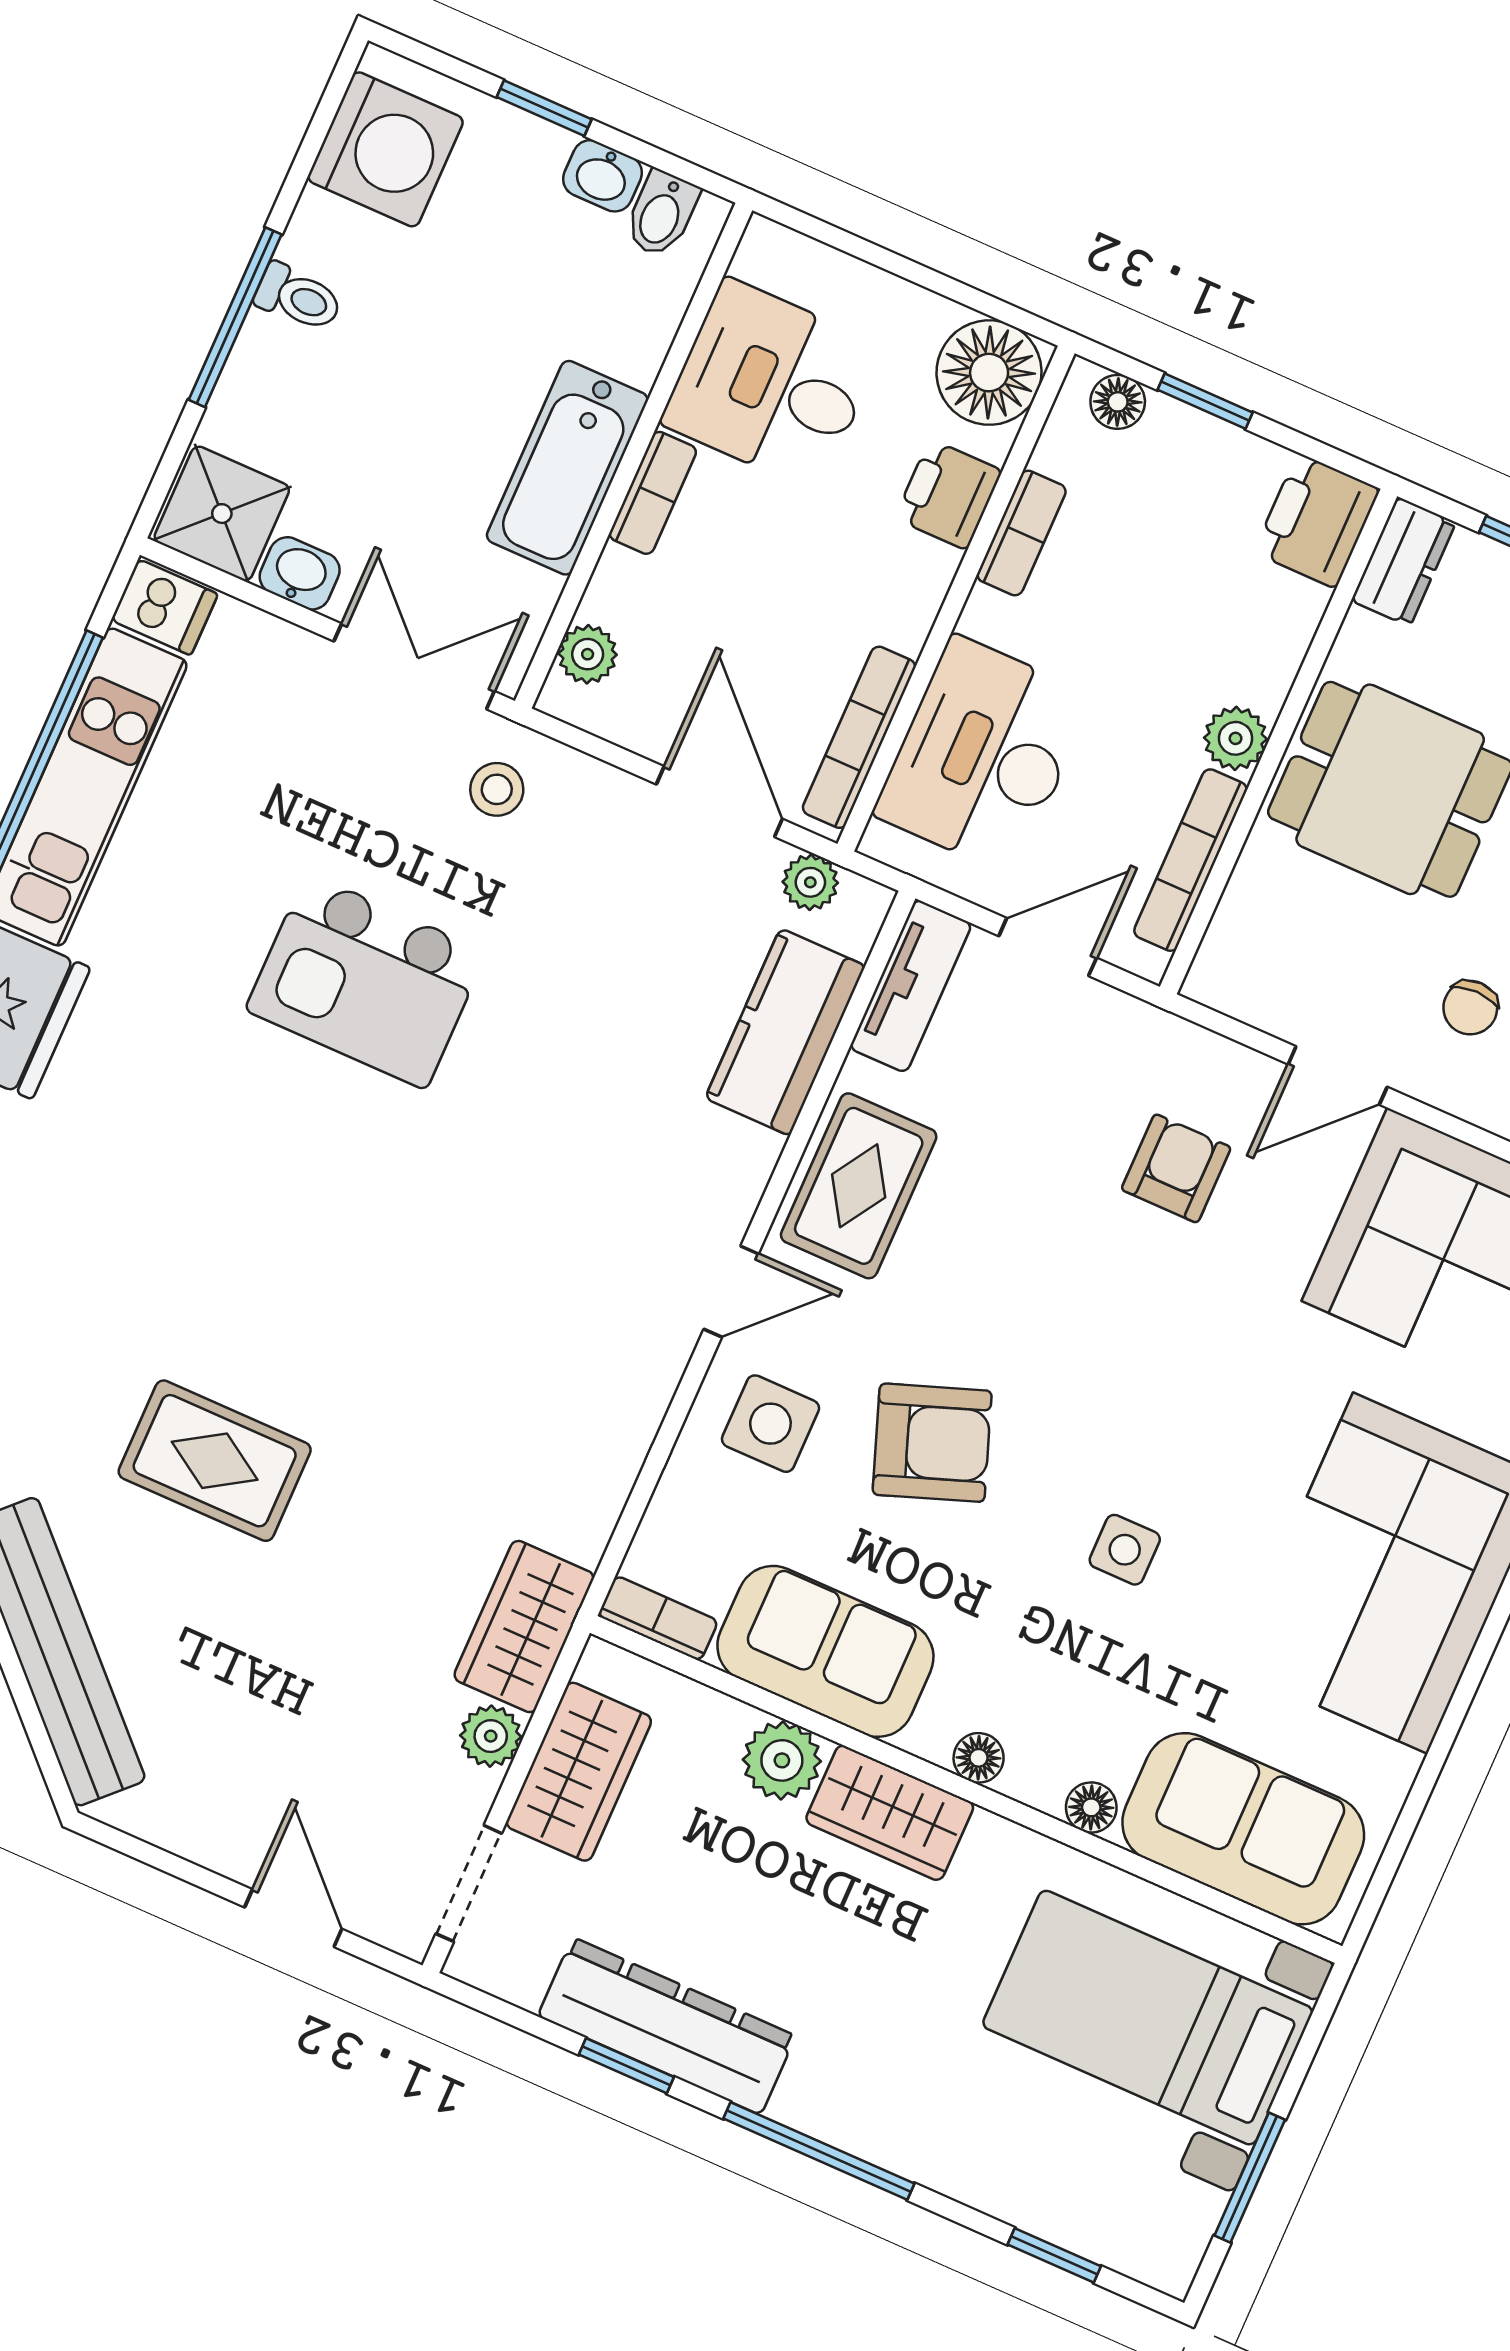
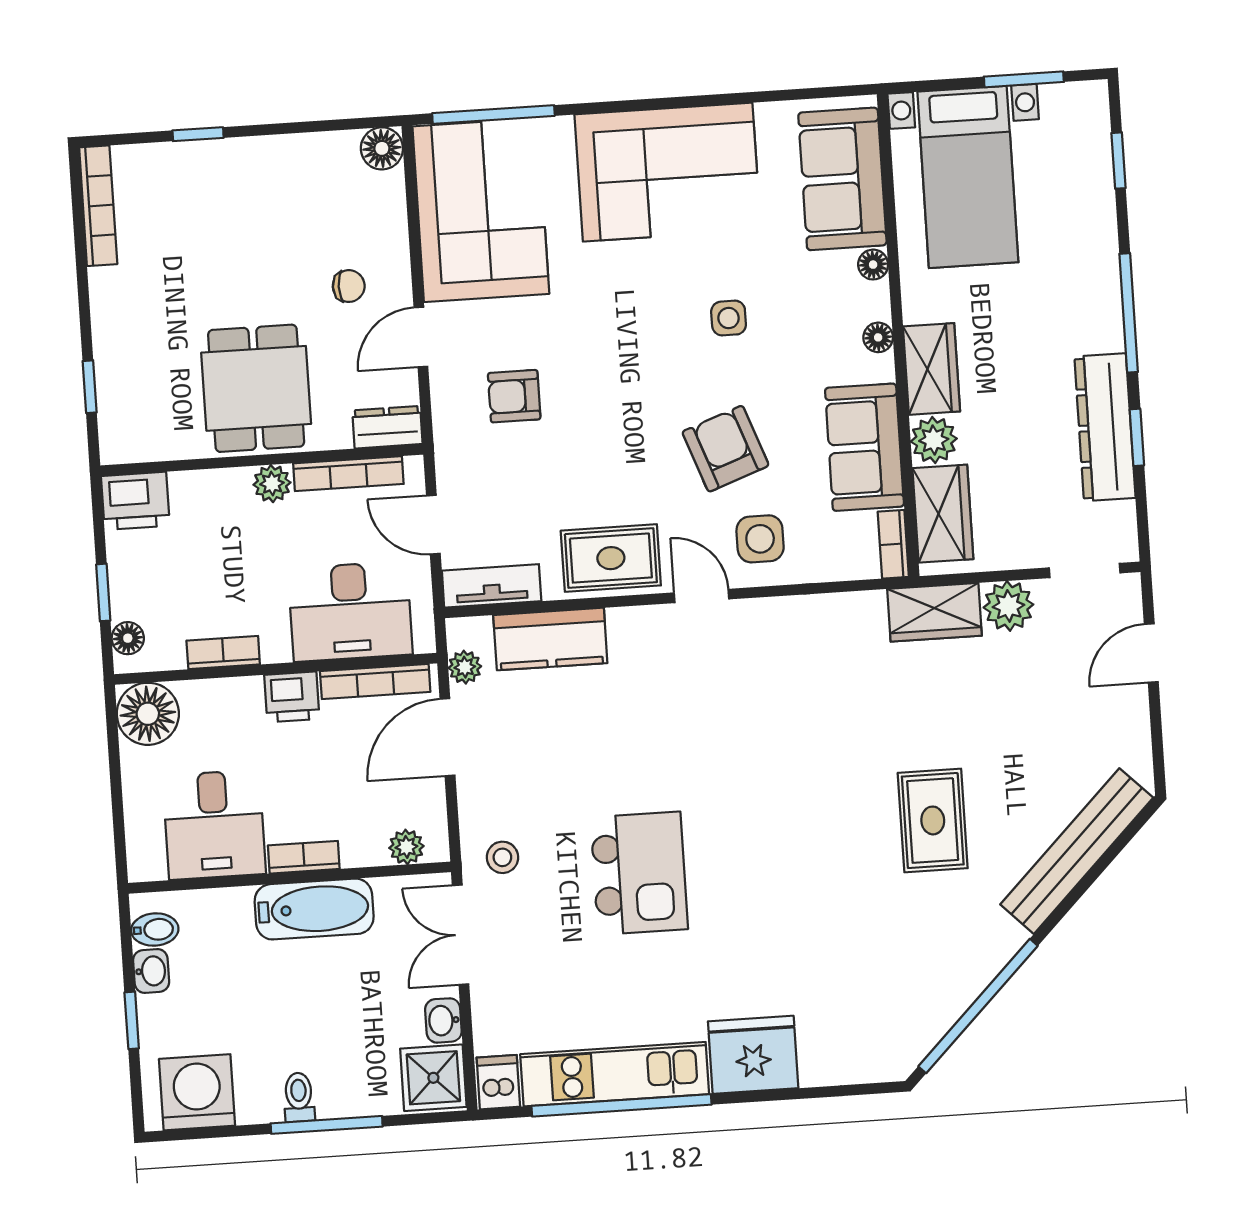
printer: (948, 495) -> (292, 697), moved
dresser: (1403, 562) -> (387, 427), moved
door: (1338, 1076) -> (421, 337), swing flipped
plant: (491, 1736) -> (1008, 606), width x1.38, depth x1.38
wardrobe: (579, 1772) -> (943, 514), moved, turned 90

